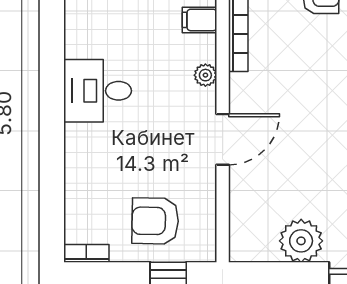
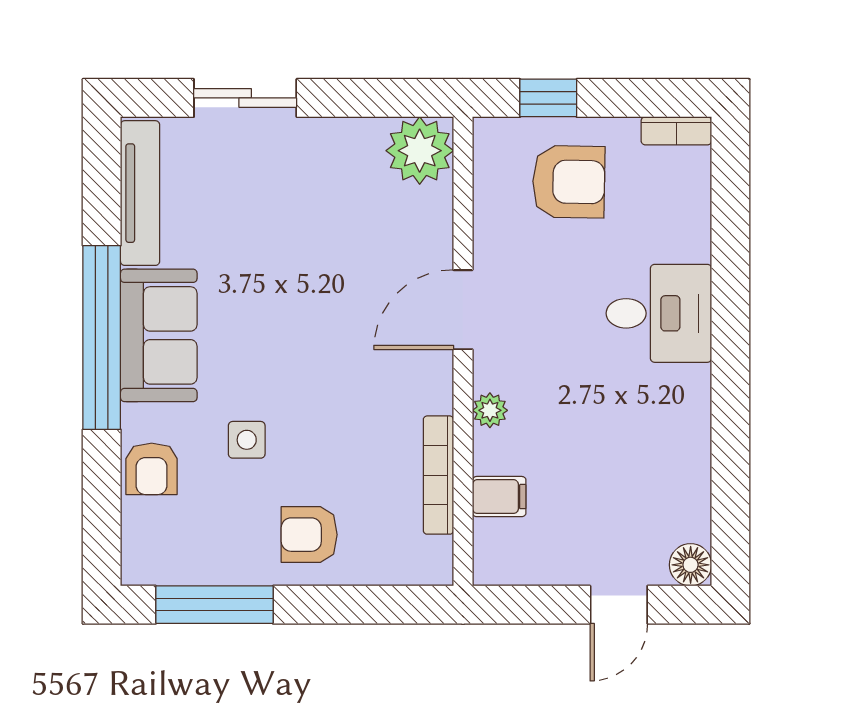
desk: (98, 91) -> (659, 313), moved
plant: (301, 241) -> (420, 151), moved

